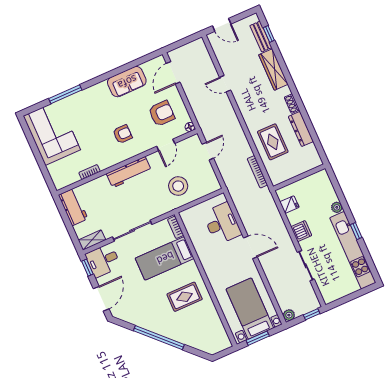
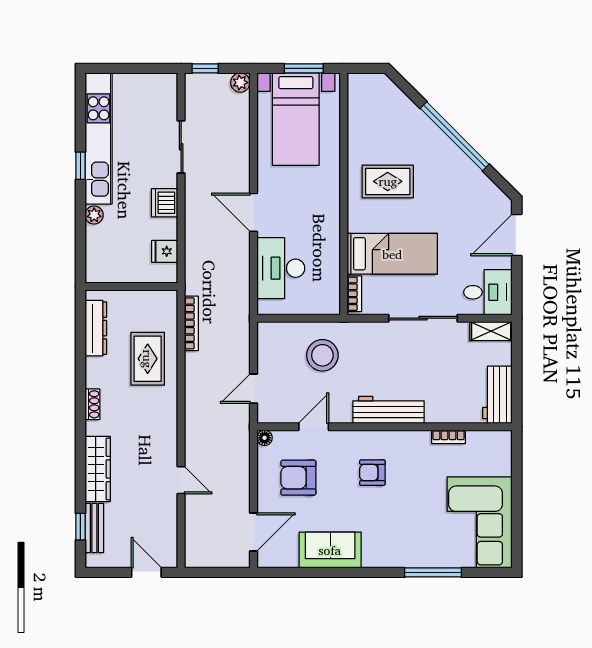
dresser: (301, 129) -> (96, 328), moved
window: (87, 268) -> (517, 292), removed

